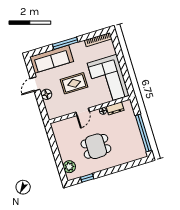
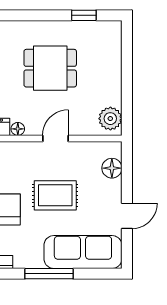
floor lamp: (46, 94) -> (112, 168), moved
plant: (69, 167) -> (110, 119), moved

